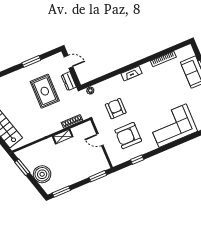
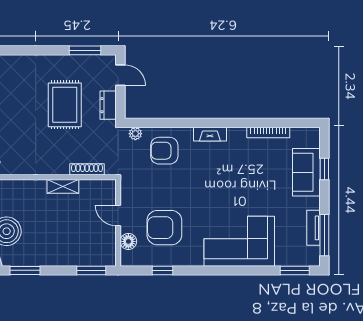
window: (31, 61) -> (85, 50), moved
armchair: (116, 109) -> (164, 151), moved, turned -90
floor lamp: (112, 152) -> (128, 241), added

